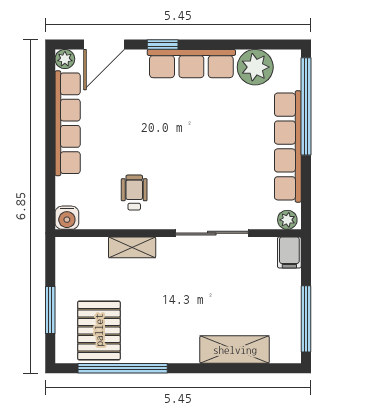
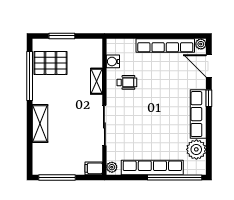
water cooler: (67, 218) -> (113, 61), moved
shelving: (235, 350) -> (40, 124), moved

